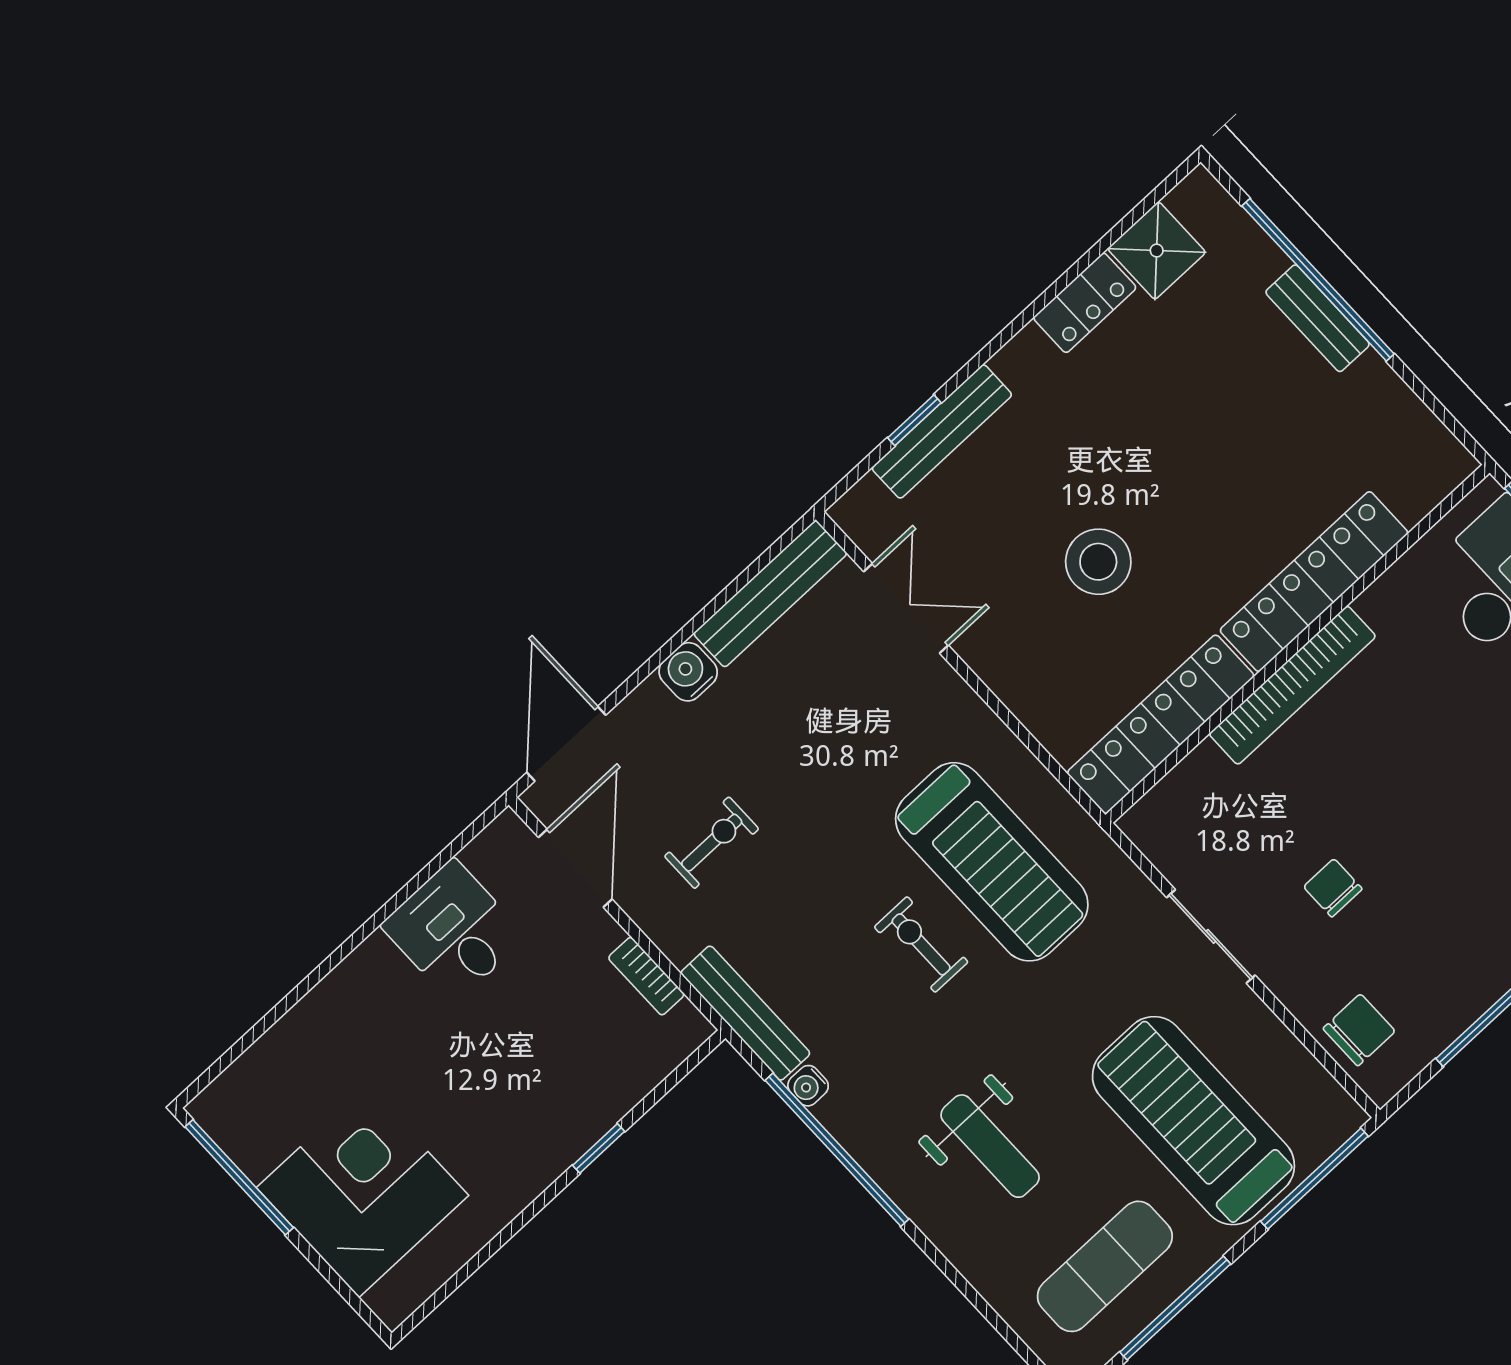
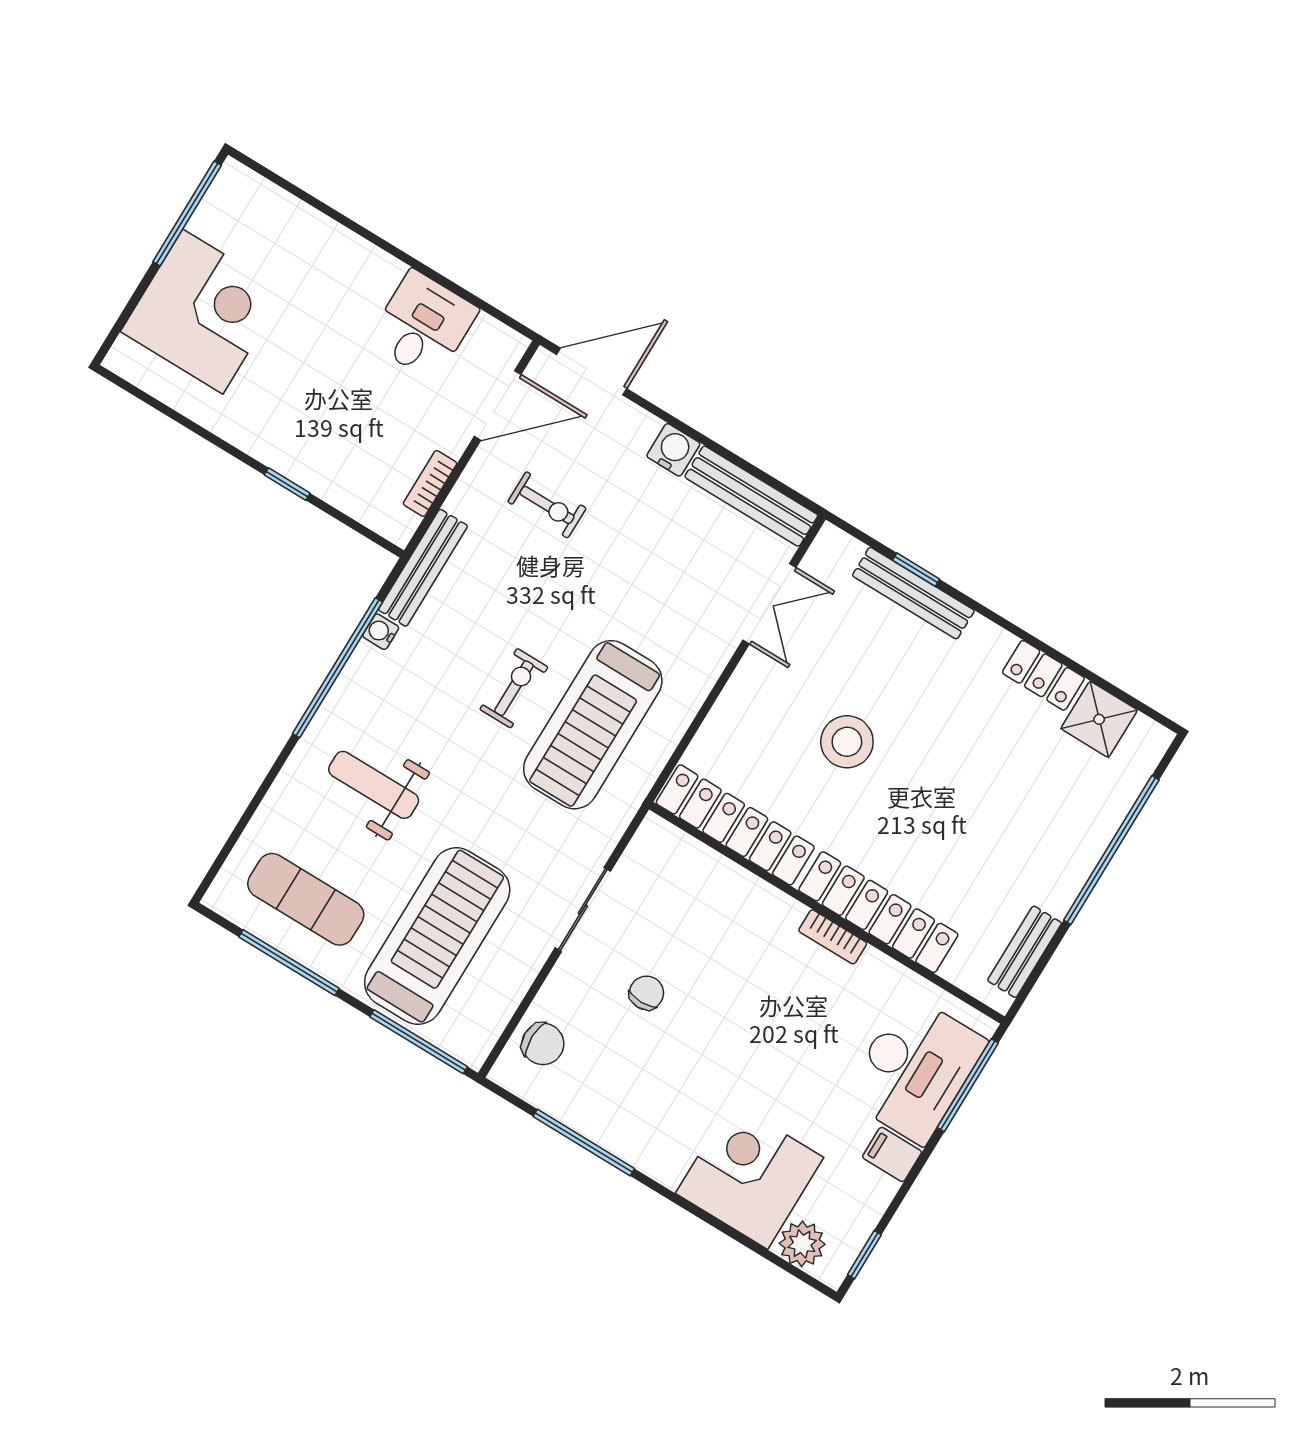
bench: (1318, 318) -> (1025, 952), moved
bookcase: (1292, 685) -> (833, 937), width x0.43, depth x0.76
weight bench: (990, 1146) -> (374, 785), turned 90

